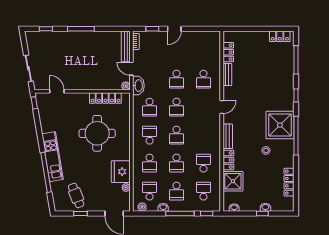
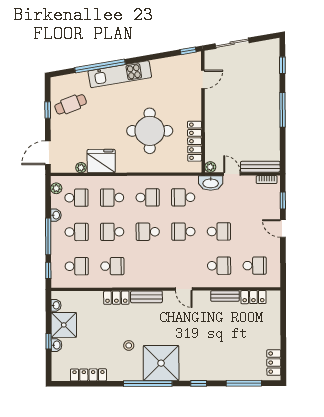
school desk: (203, 51) -> (255, 266), added
door: (131, 69) -> (232, 174), hinge flipped
school desk: (177, 79) -> (219, 231), turned 180
school desk: (203, 79) -> (219, 266), turned 180
shower: (233, 181) -> (64, 325), moved
school desk: (177, 191) -> (77, 232), turned 180

